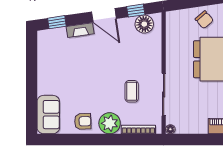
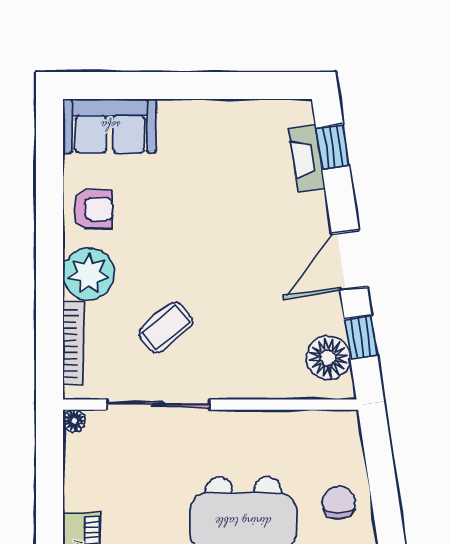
chair: (204, 20) -> (339, 503), turned 131
fireplace: (80, 30) -> (307, 159), moved
coffee table: (132, 91) -> (166, 327), turned -40
armchair: (83, 121) -> (93, 209), turned -88

